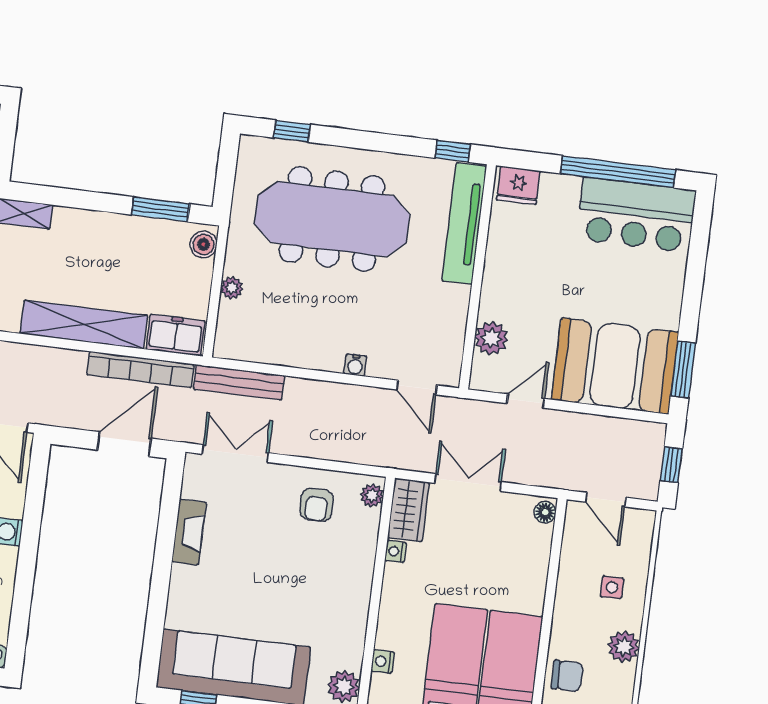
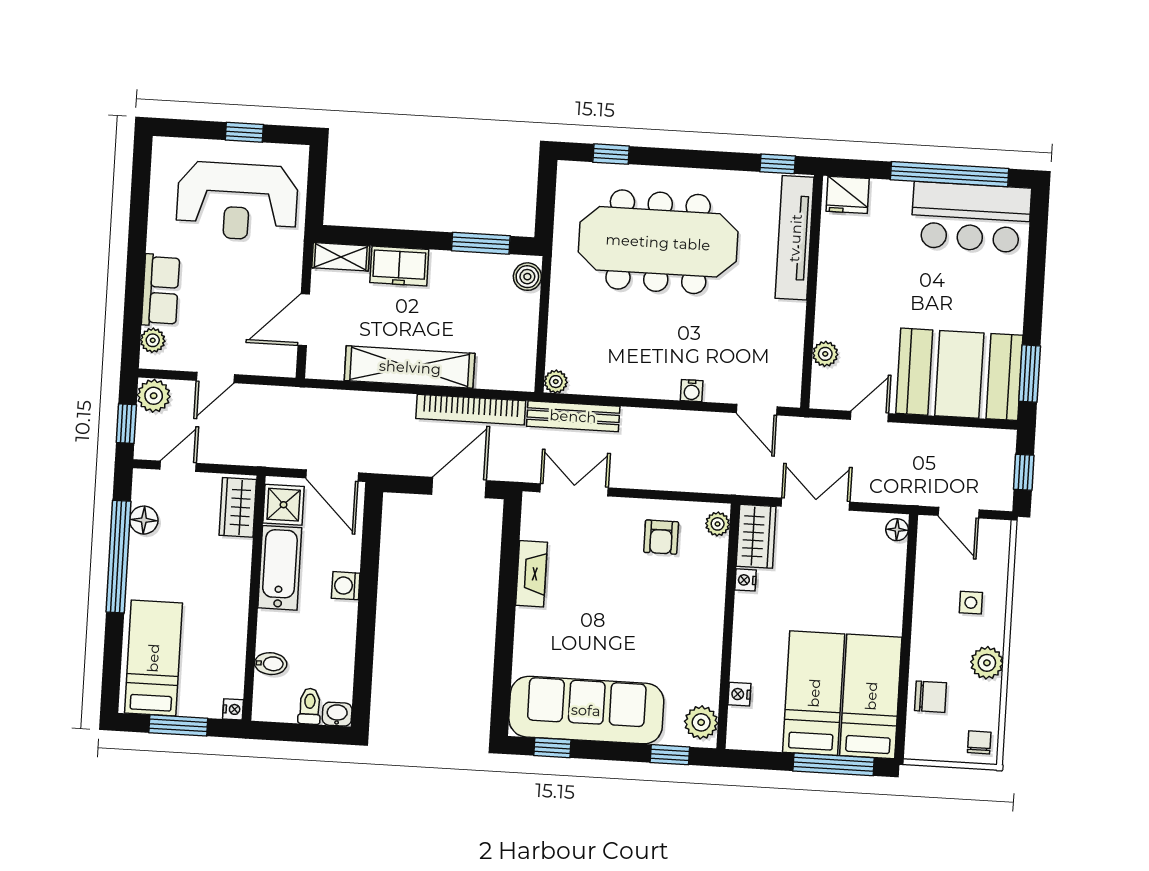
plant: (232, 288) -> (556, 382), moved
freezer: (176, 335) -> (399, 266), moved, turned 180
plant: (491, 338) -> (825, 354), width x0.73, depth x0.73

